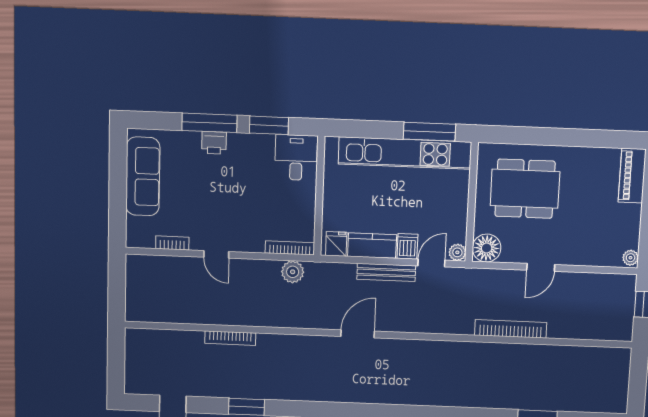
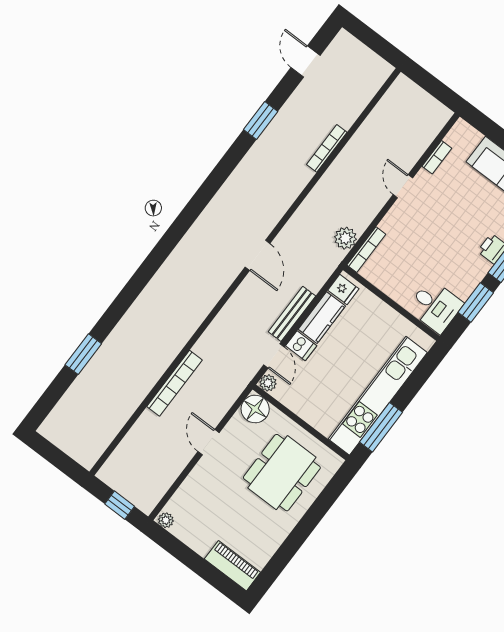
door: (216, 254) -> (403, 186), hinge flipped

